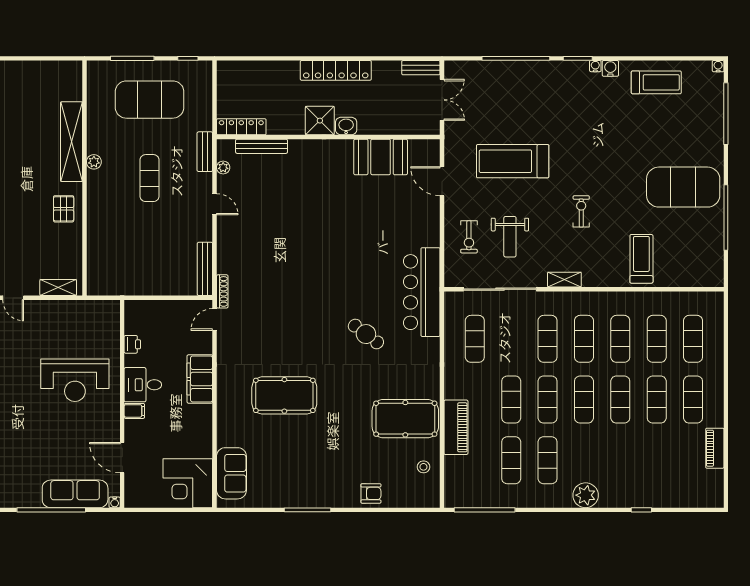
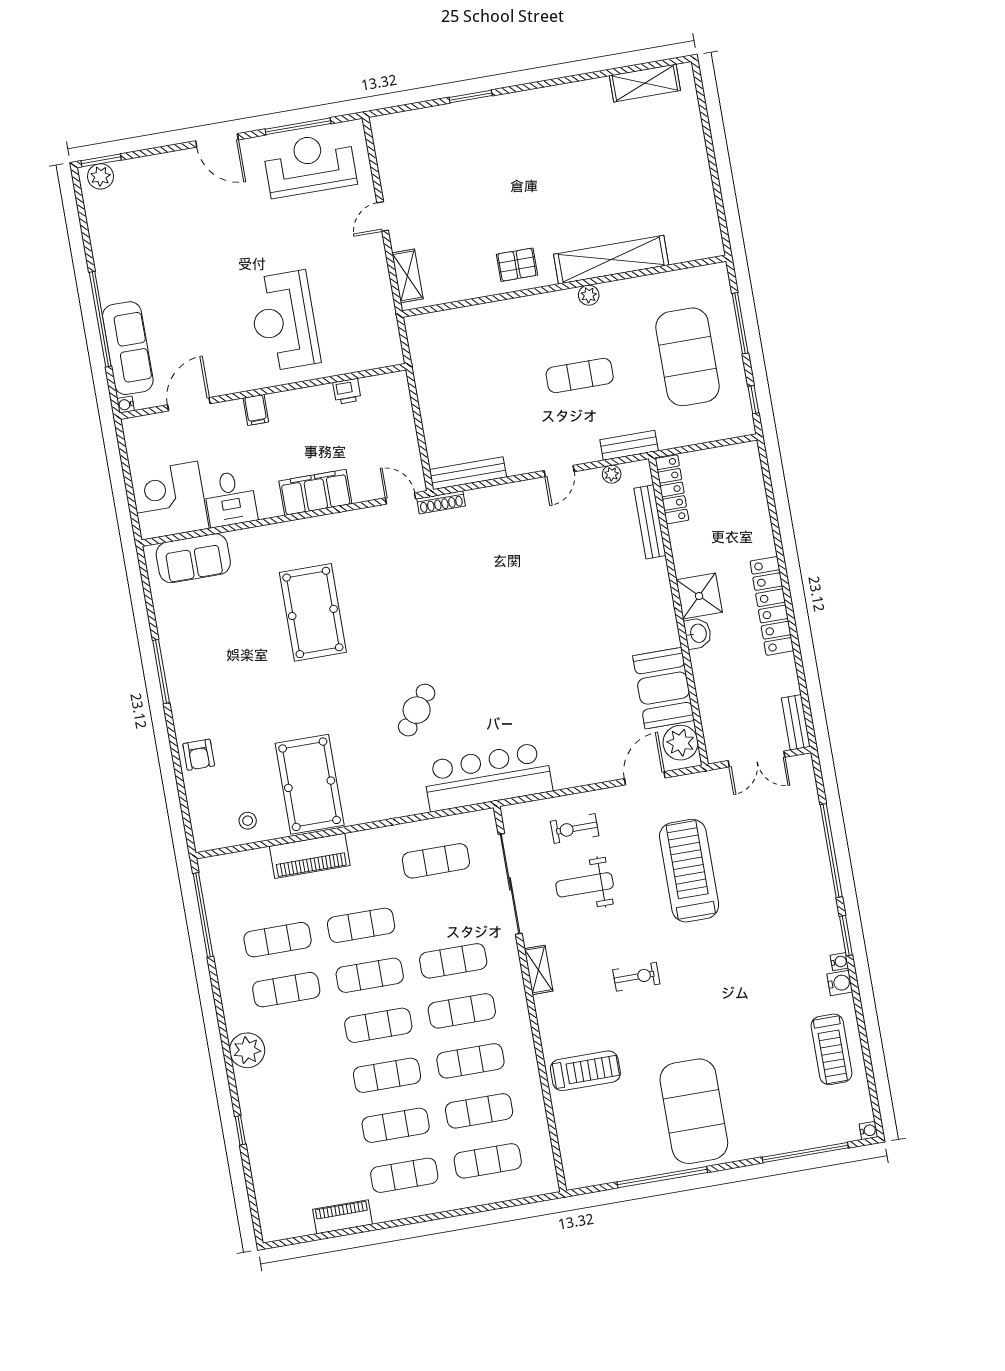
plant: (421, 152) -> (681, 743), added
desk: (143, 385) -> (230, 499), moved, turned 180

